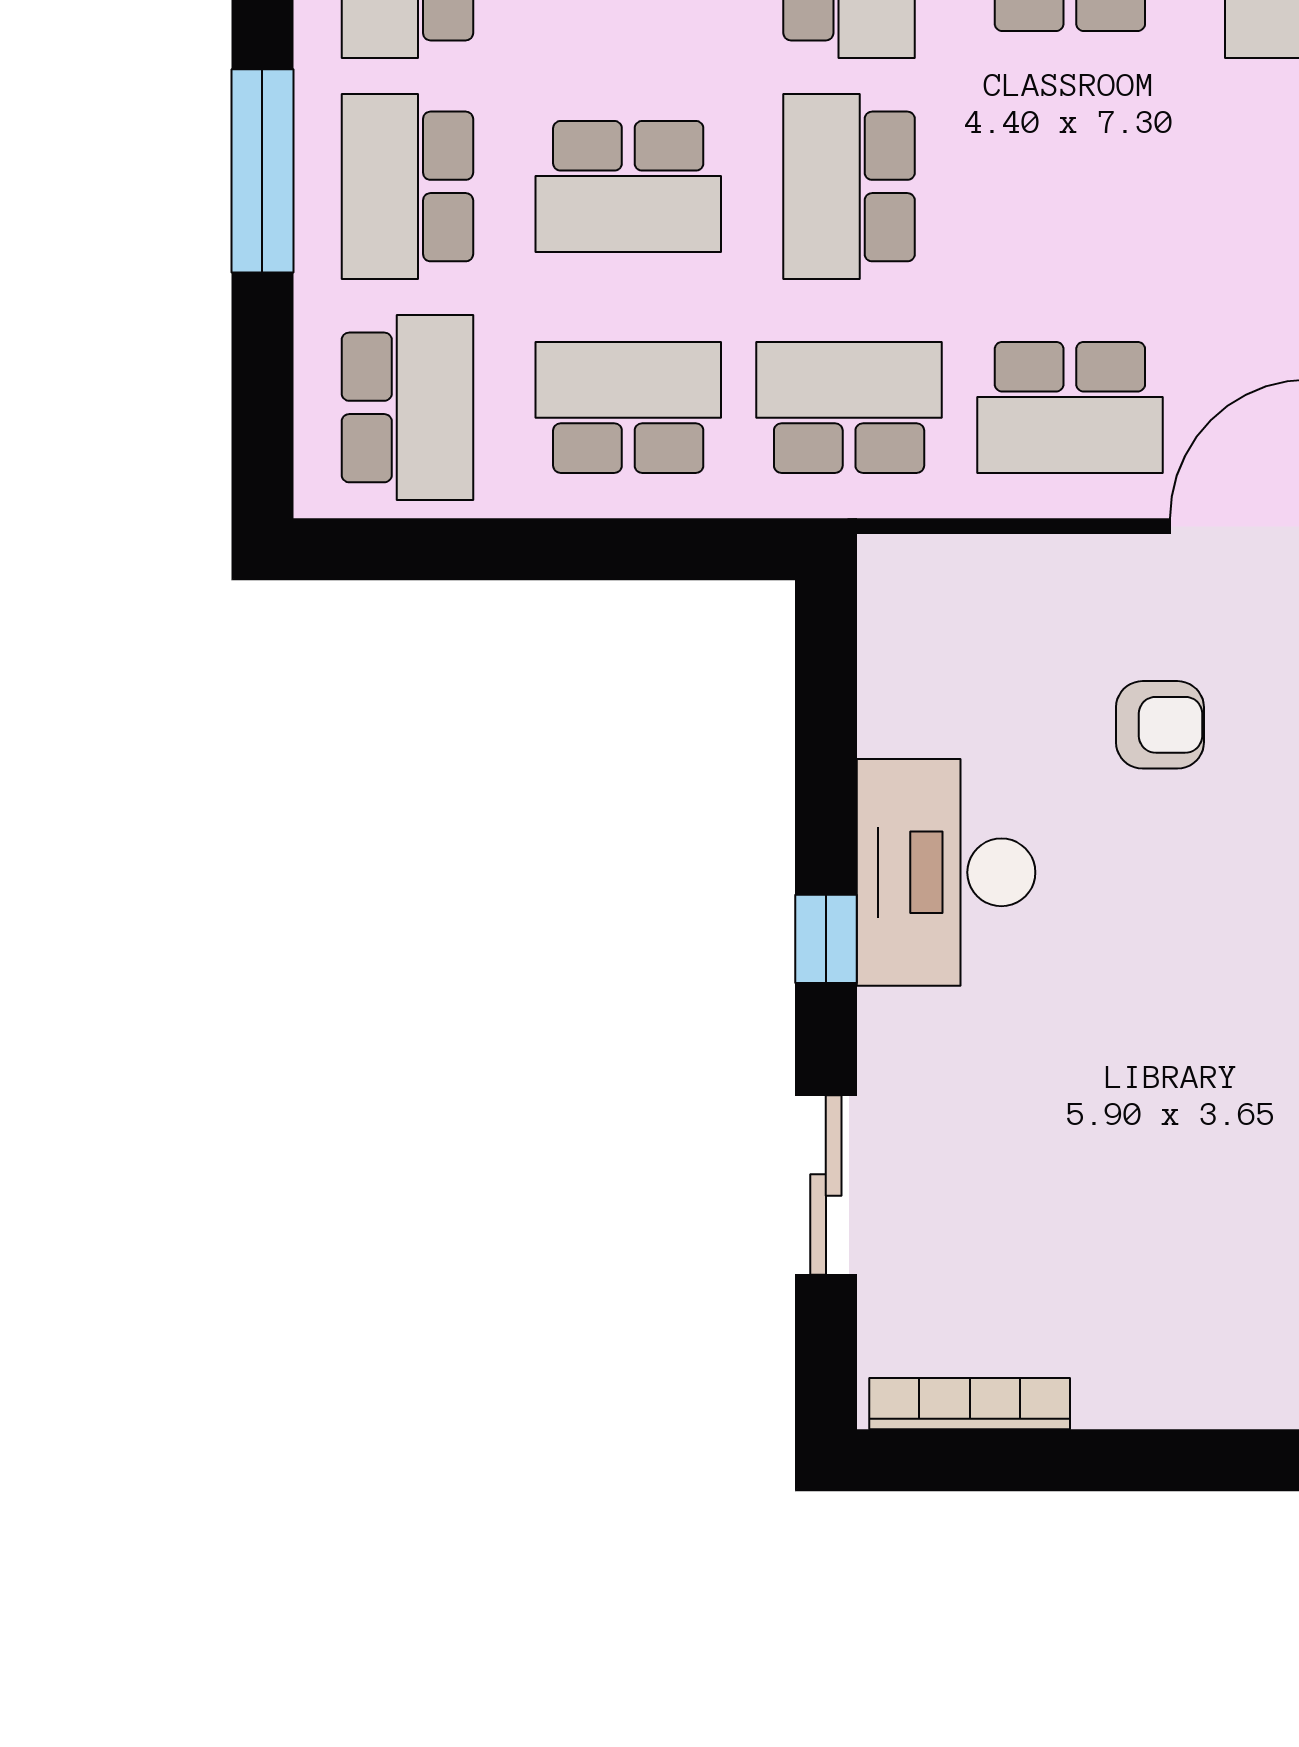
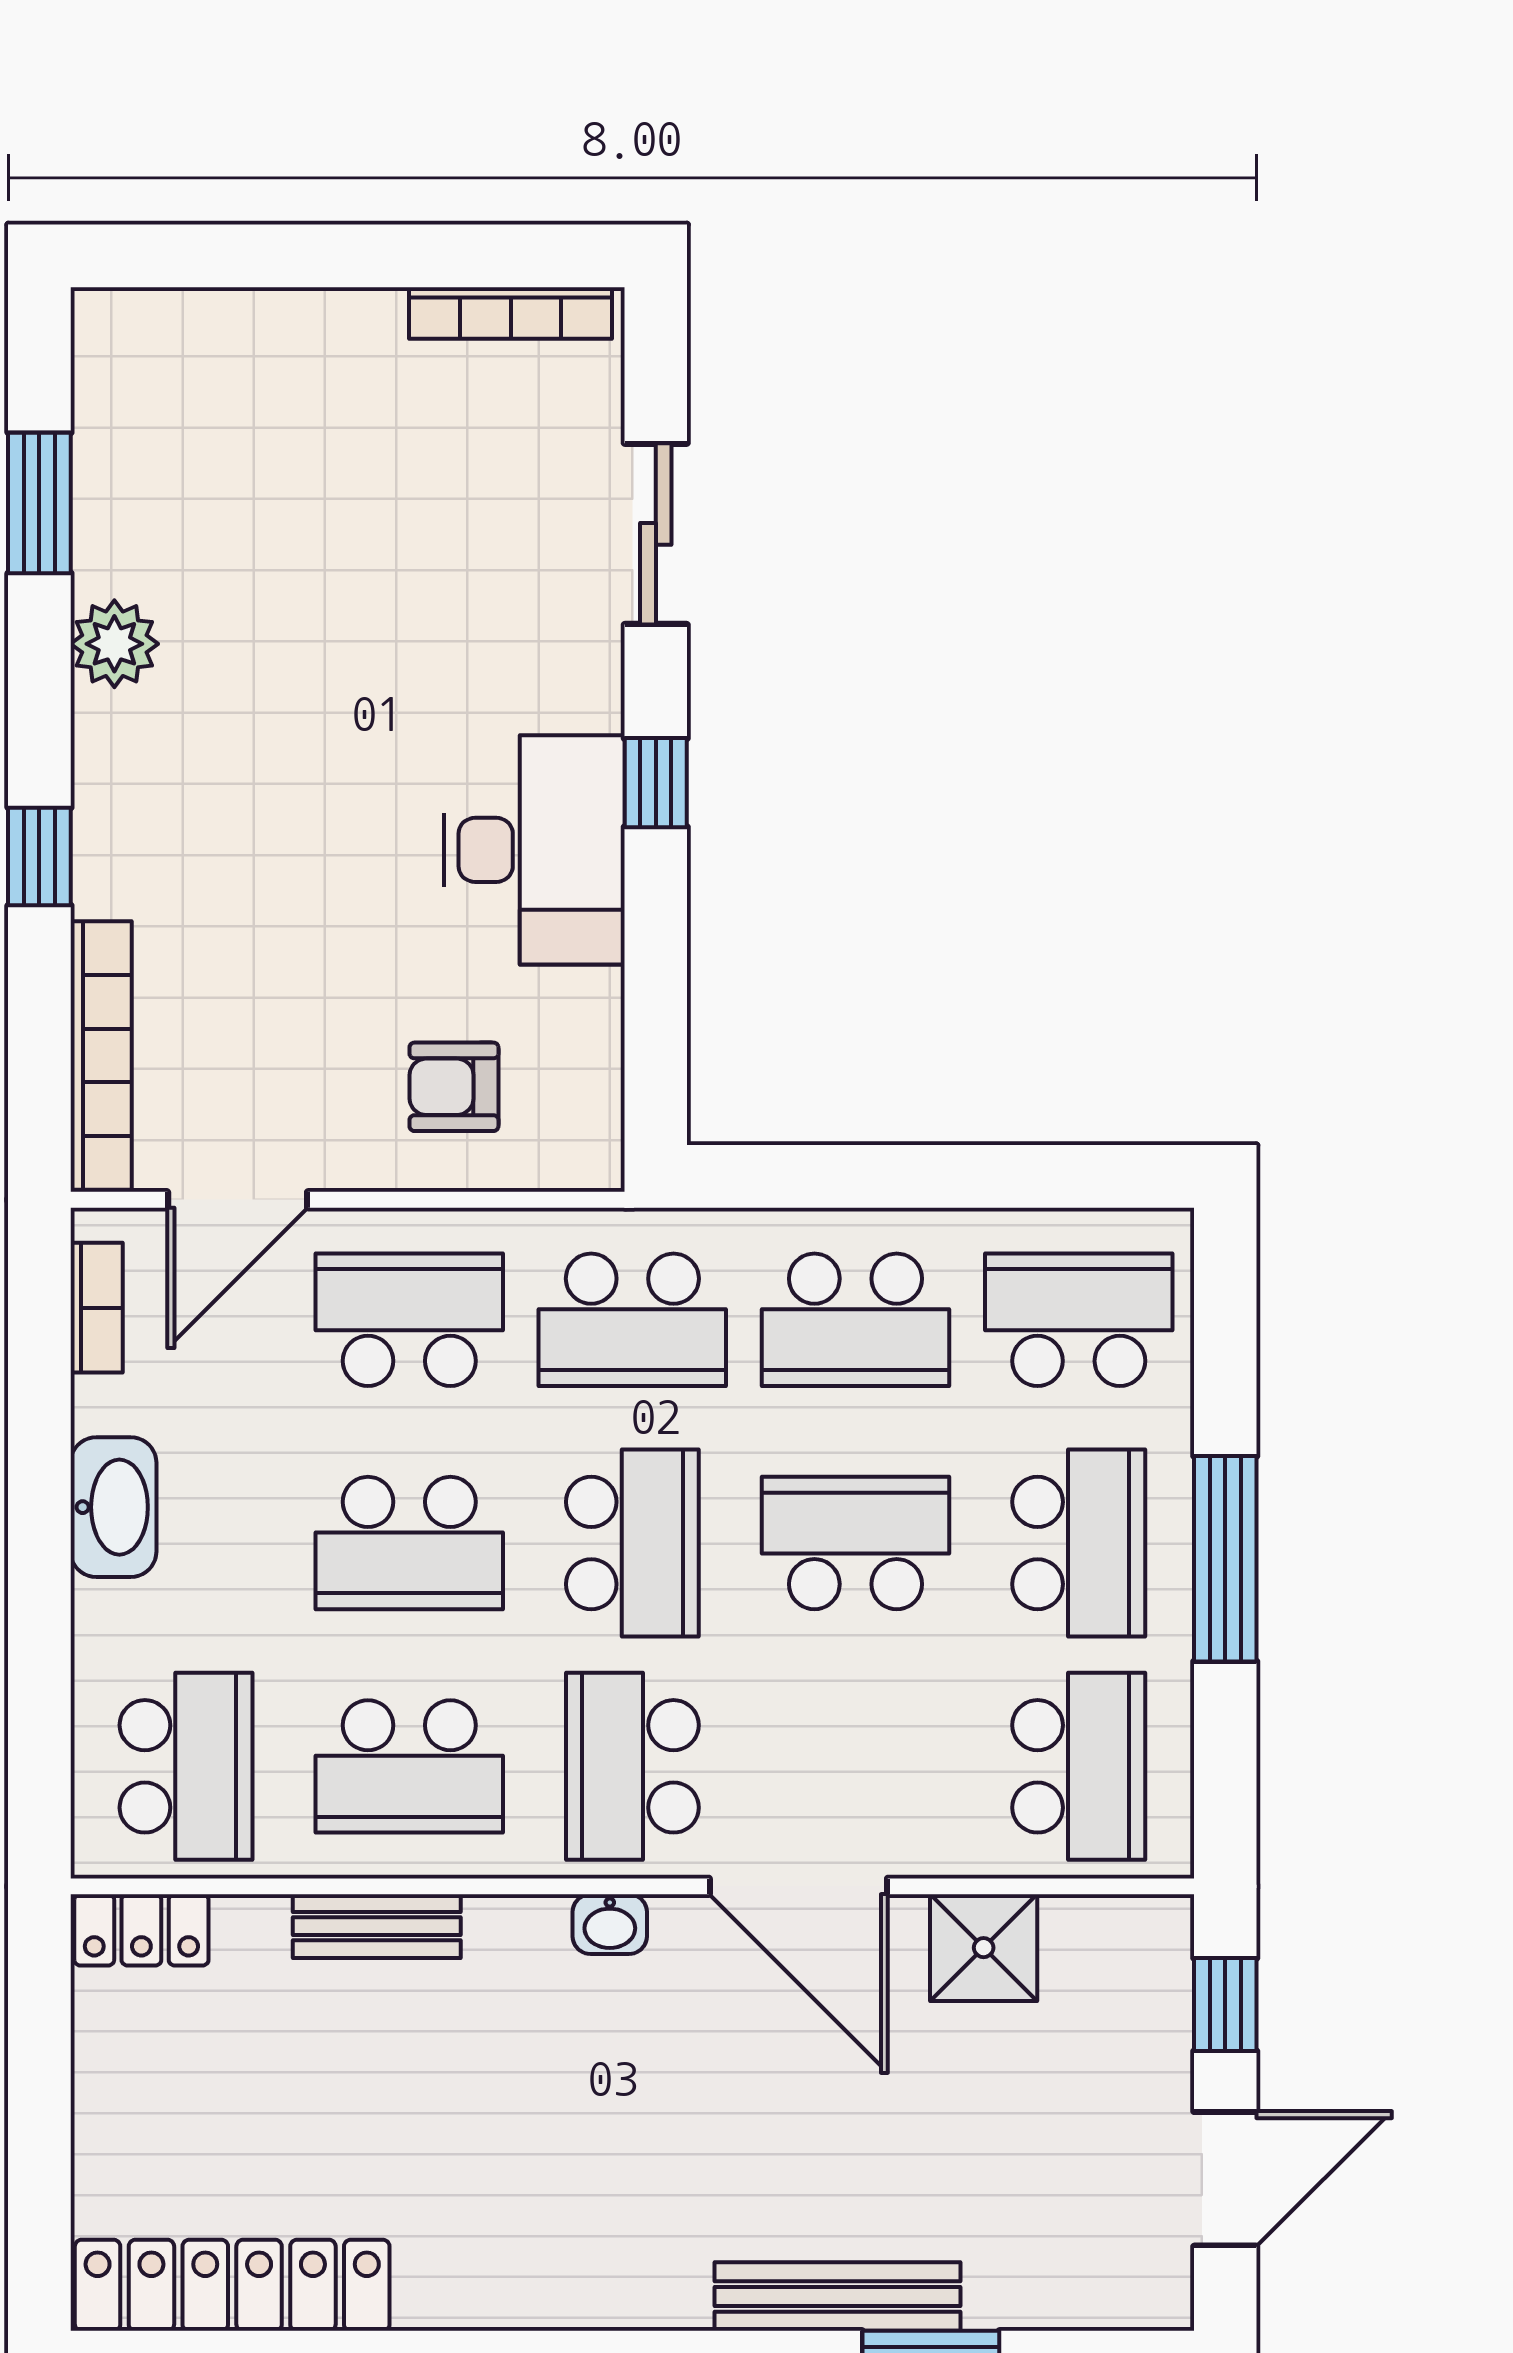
school desk: (1070, 186) -> (409, 1543), added
school desk: (407, 407) -> (1079, 1320), turned 90
armchair: (1160, 725) -> (454, 1087), moved

